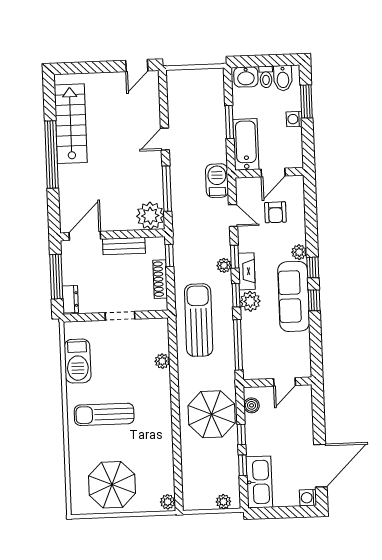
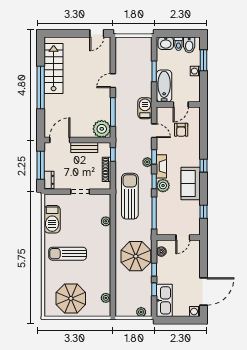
plant: (299, 252) -> (195, 156), removed
sofa: (294, 296) -> (191, 184), width x0.73
window: (314, 300) -> (204, 212), moved
plant: (168, 502) -> (106, 298), moved

